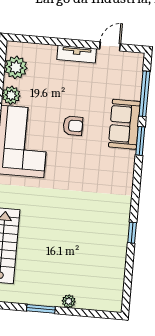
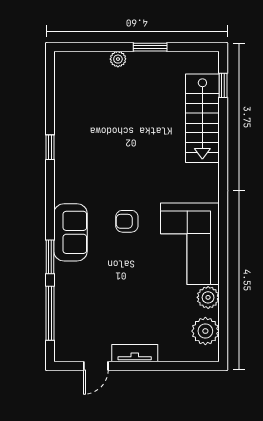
sofa: (124, 124) -> (71, 232), moved
armchair: (73, 126) -> (127, 221), moved

